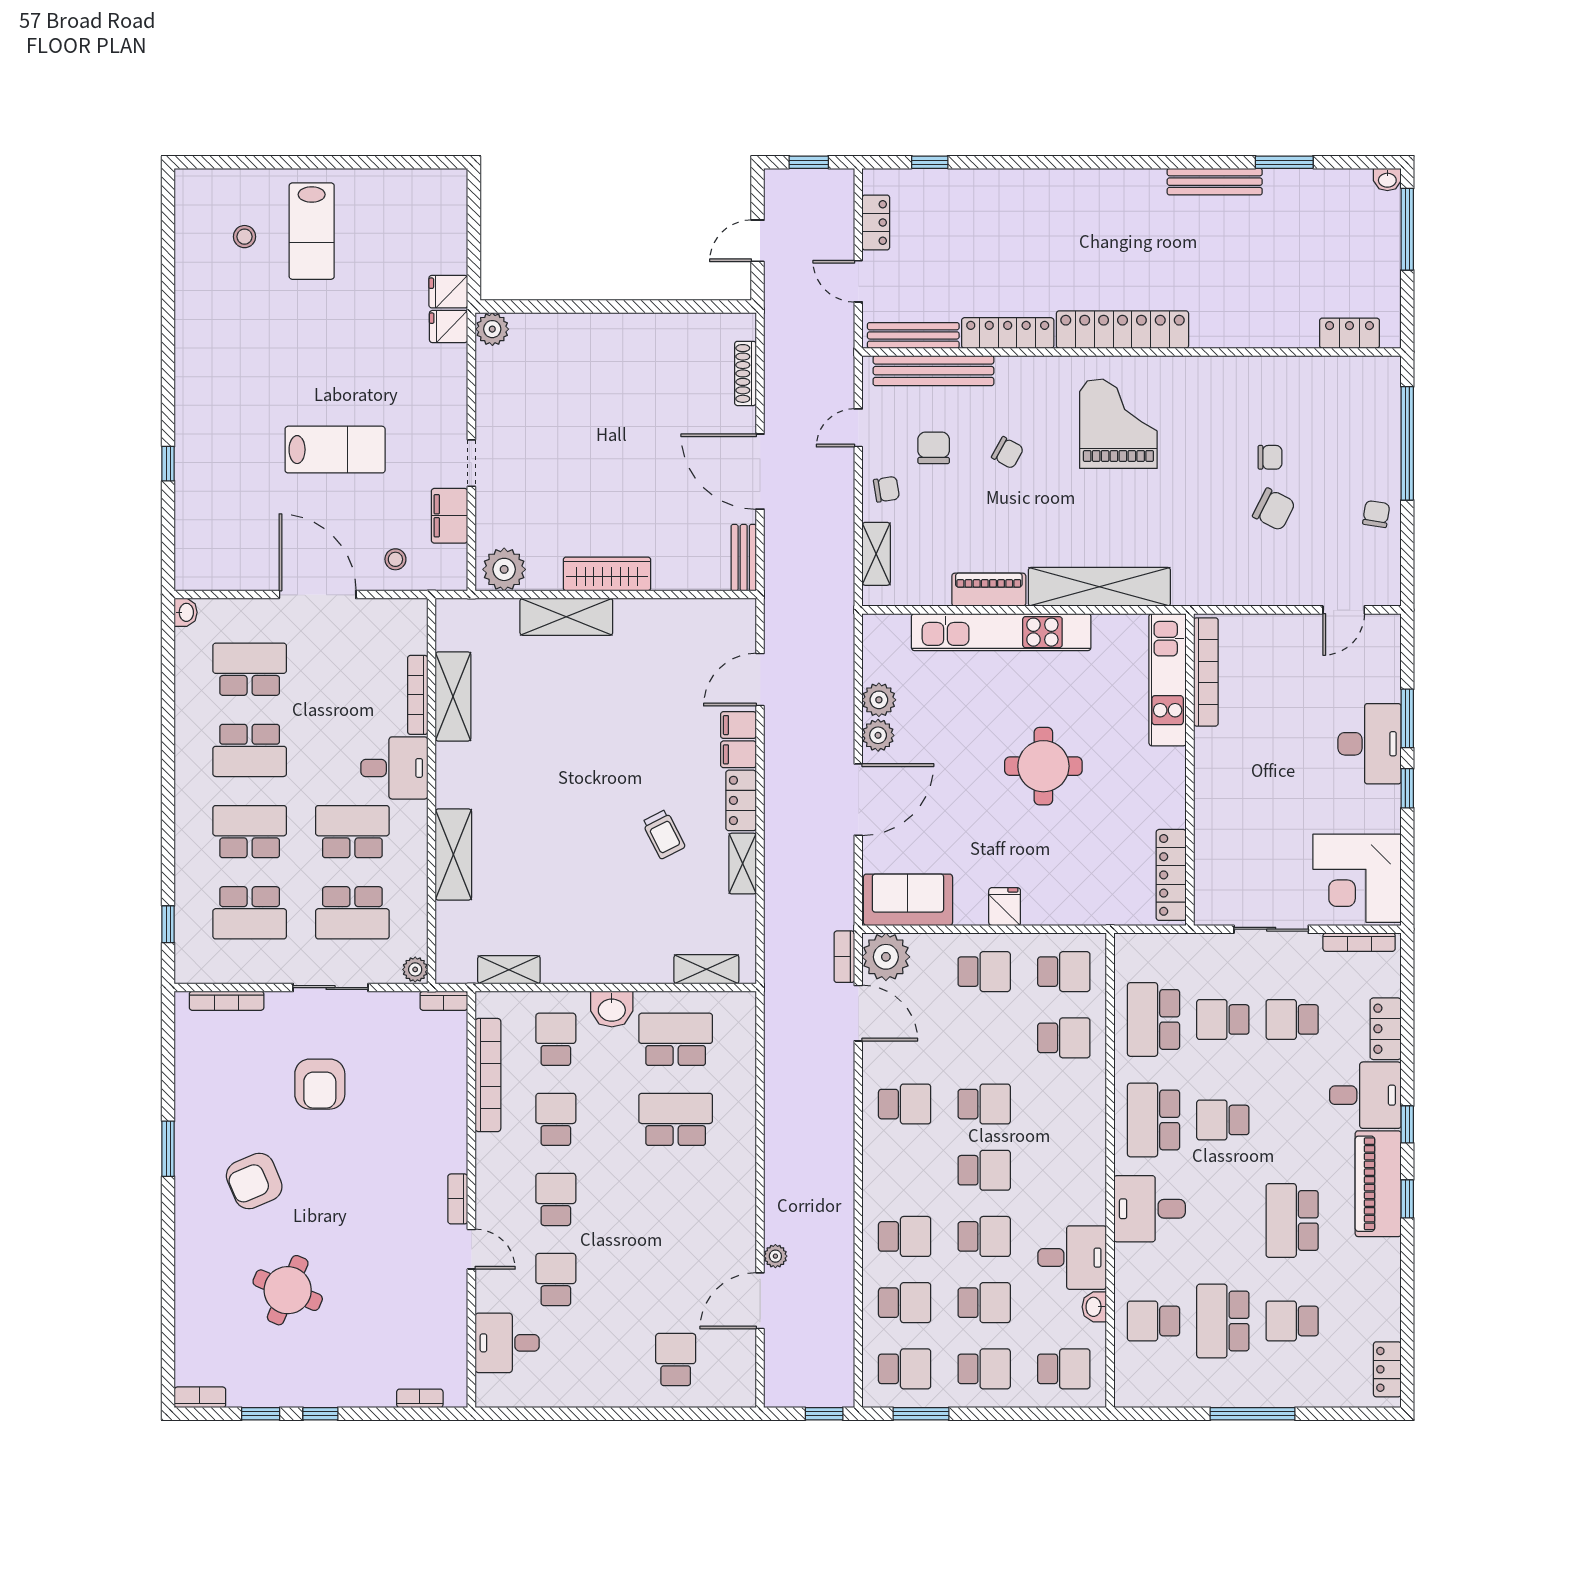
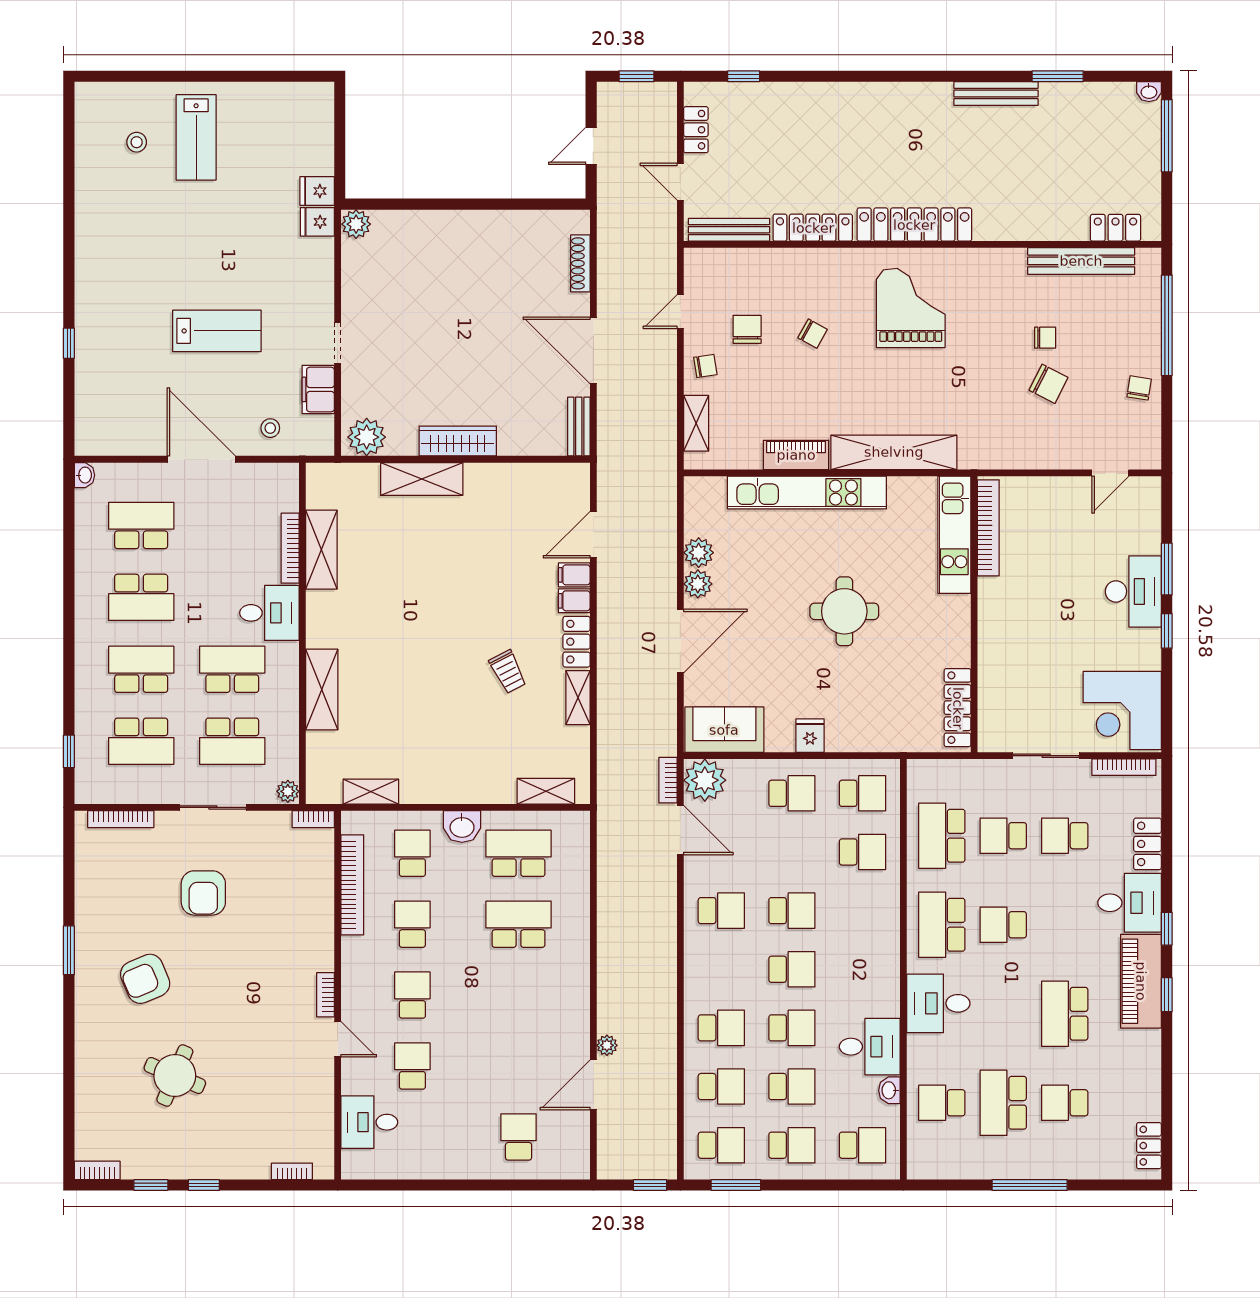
bench: (933, 371) -> (1081, 261), moved

